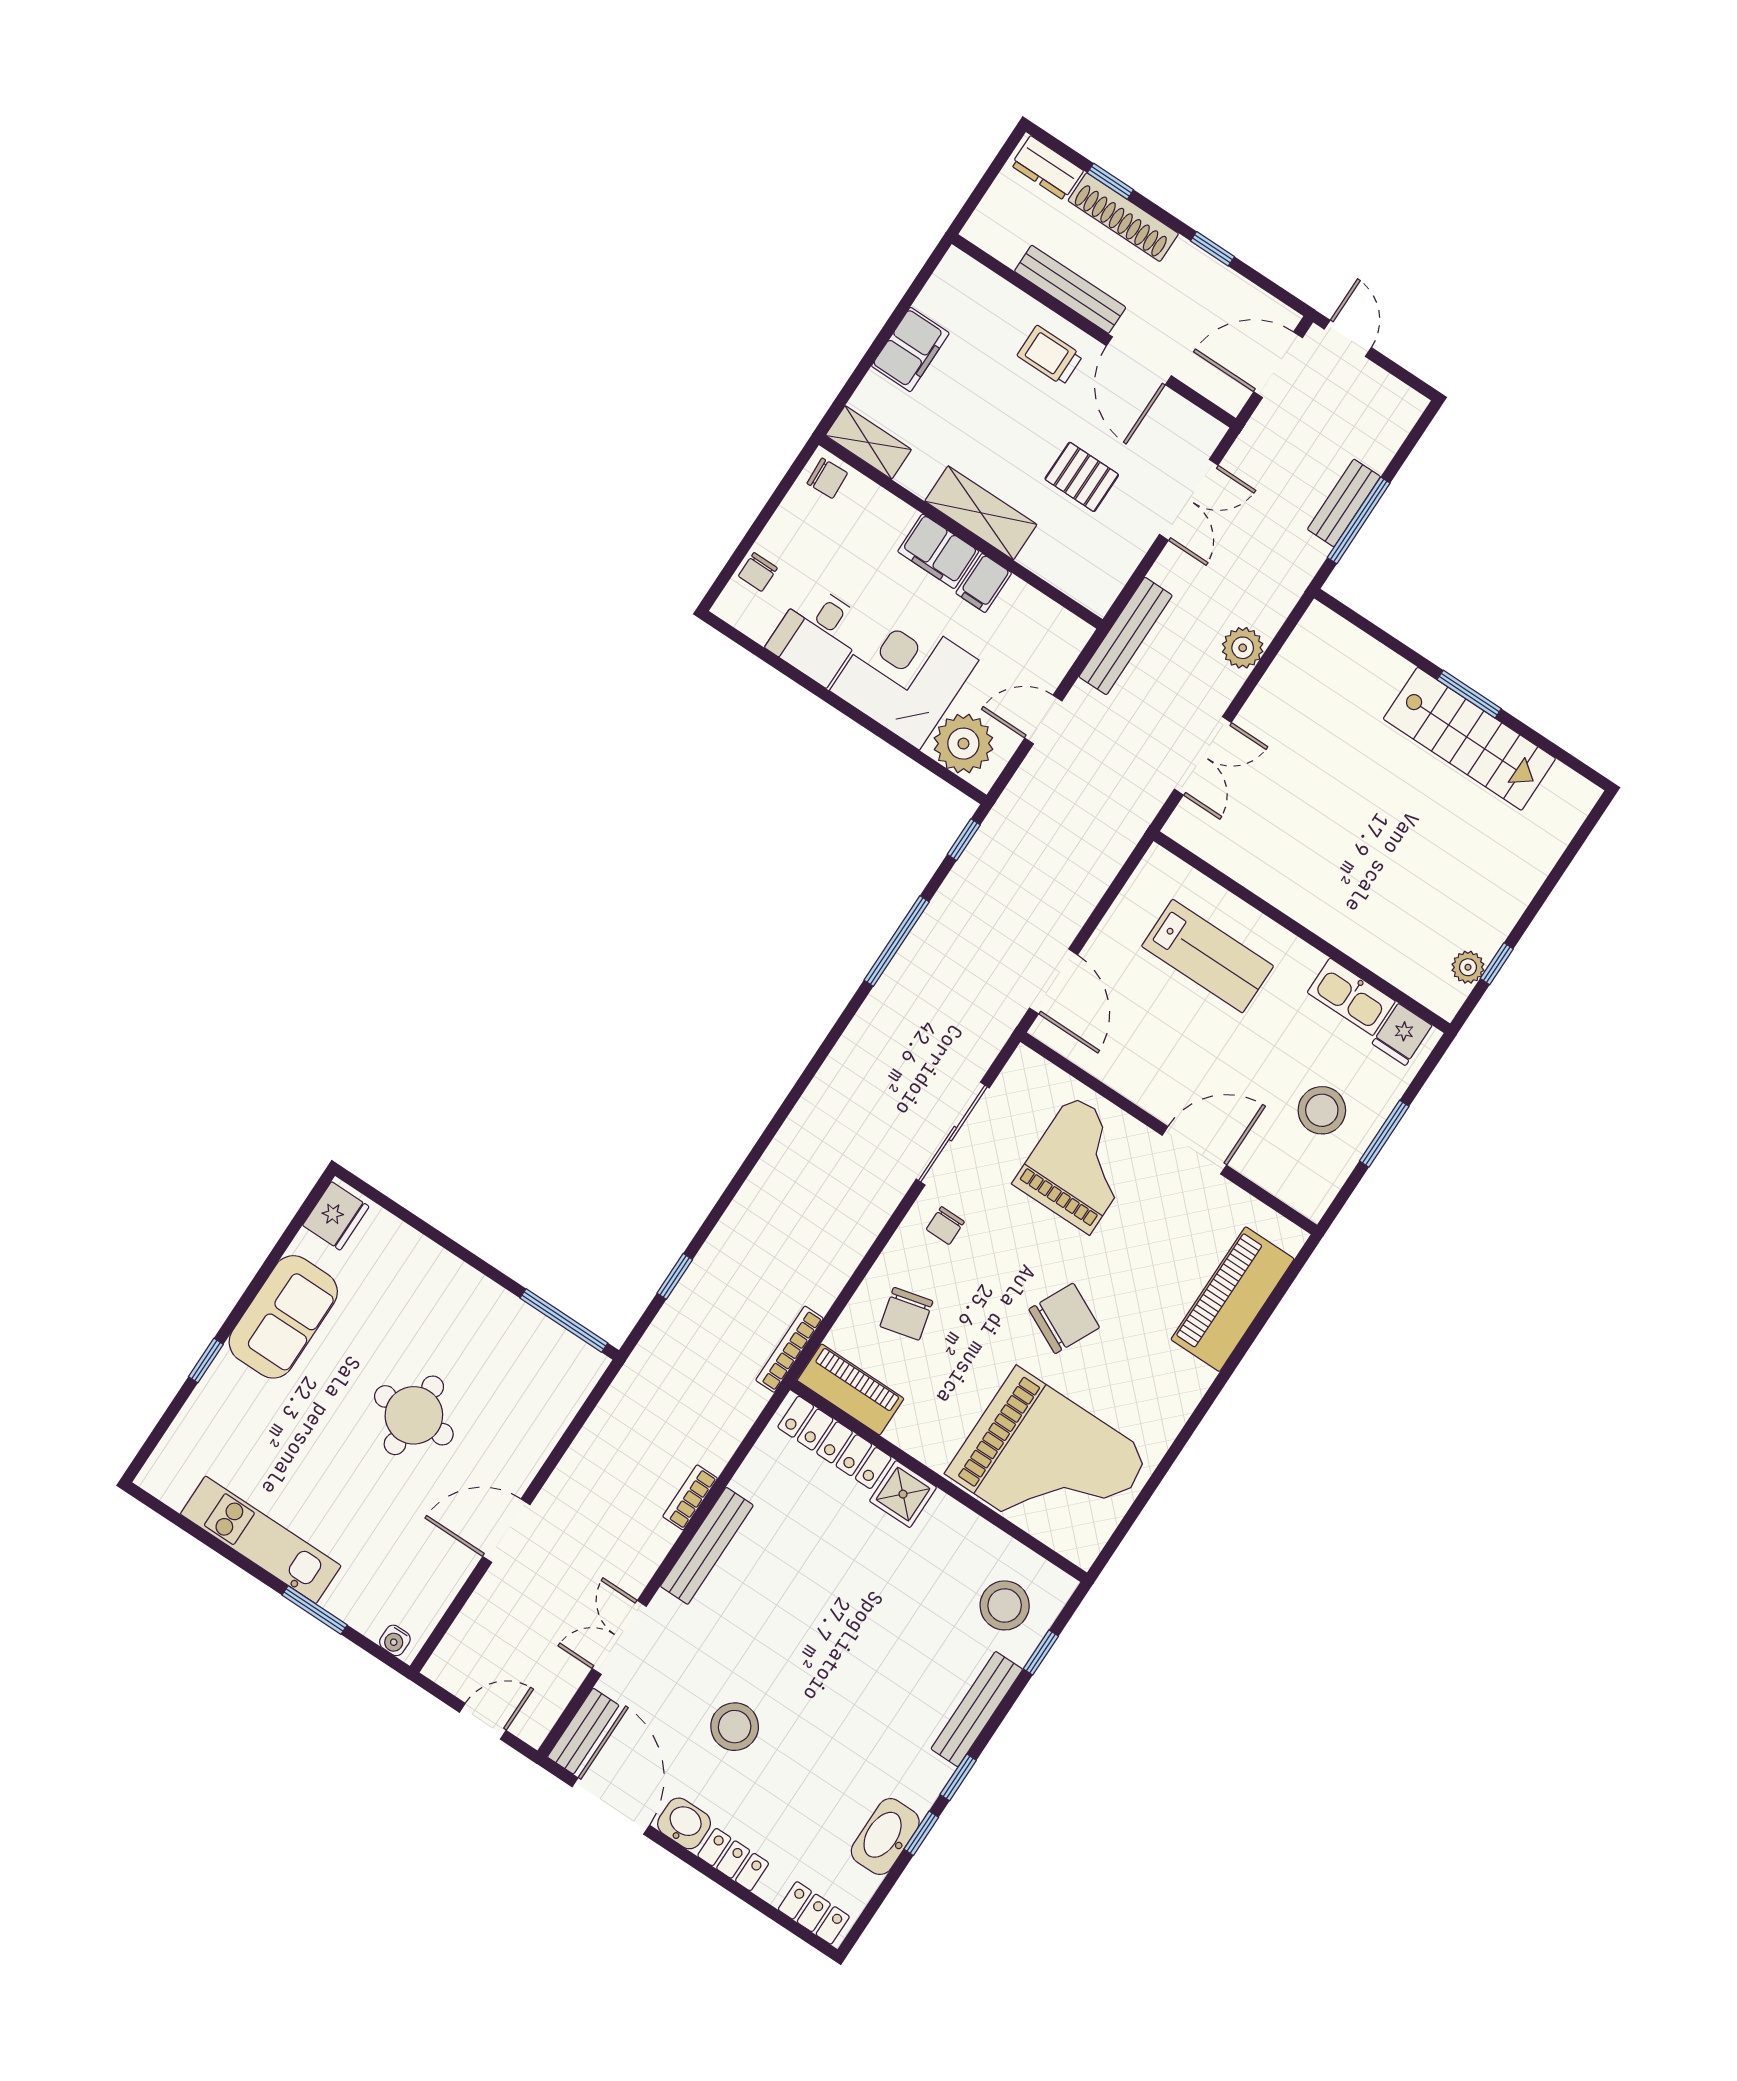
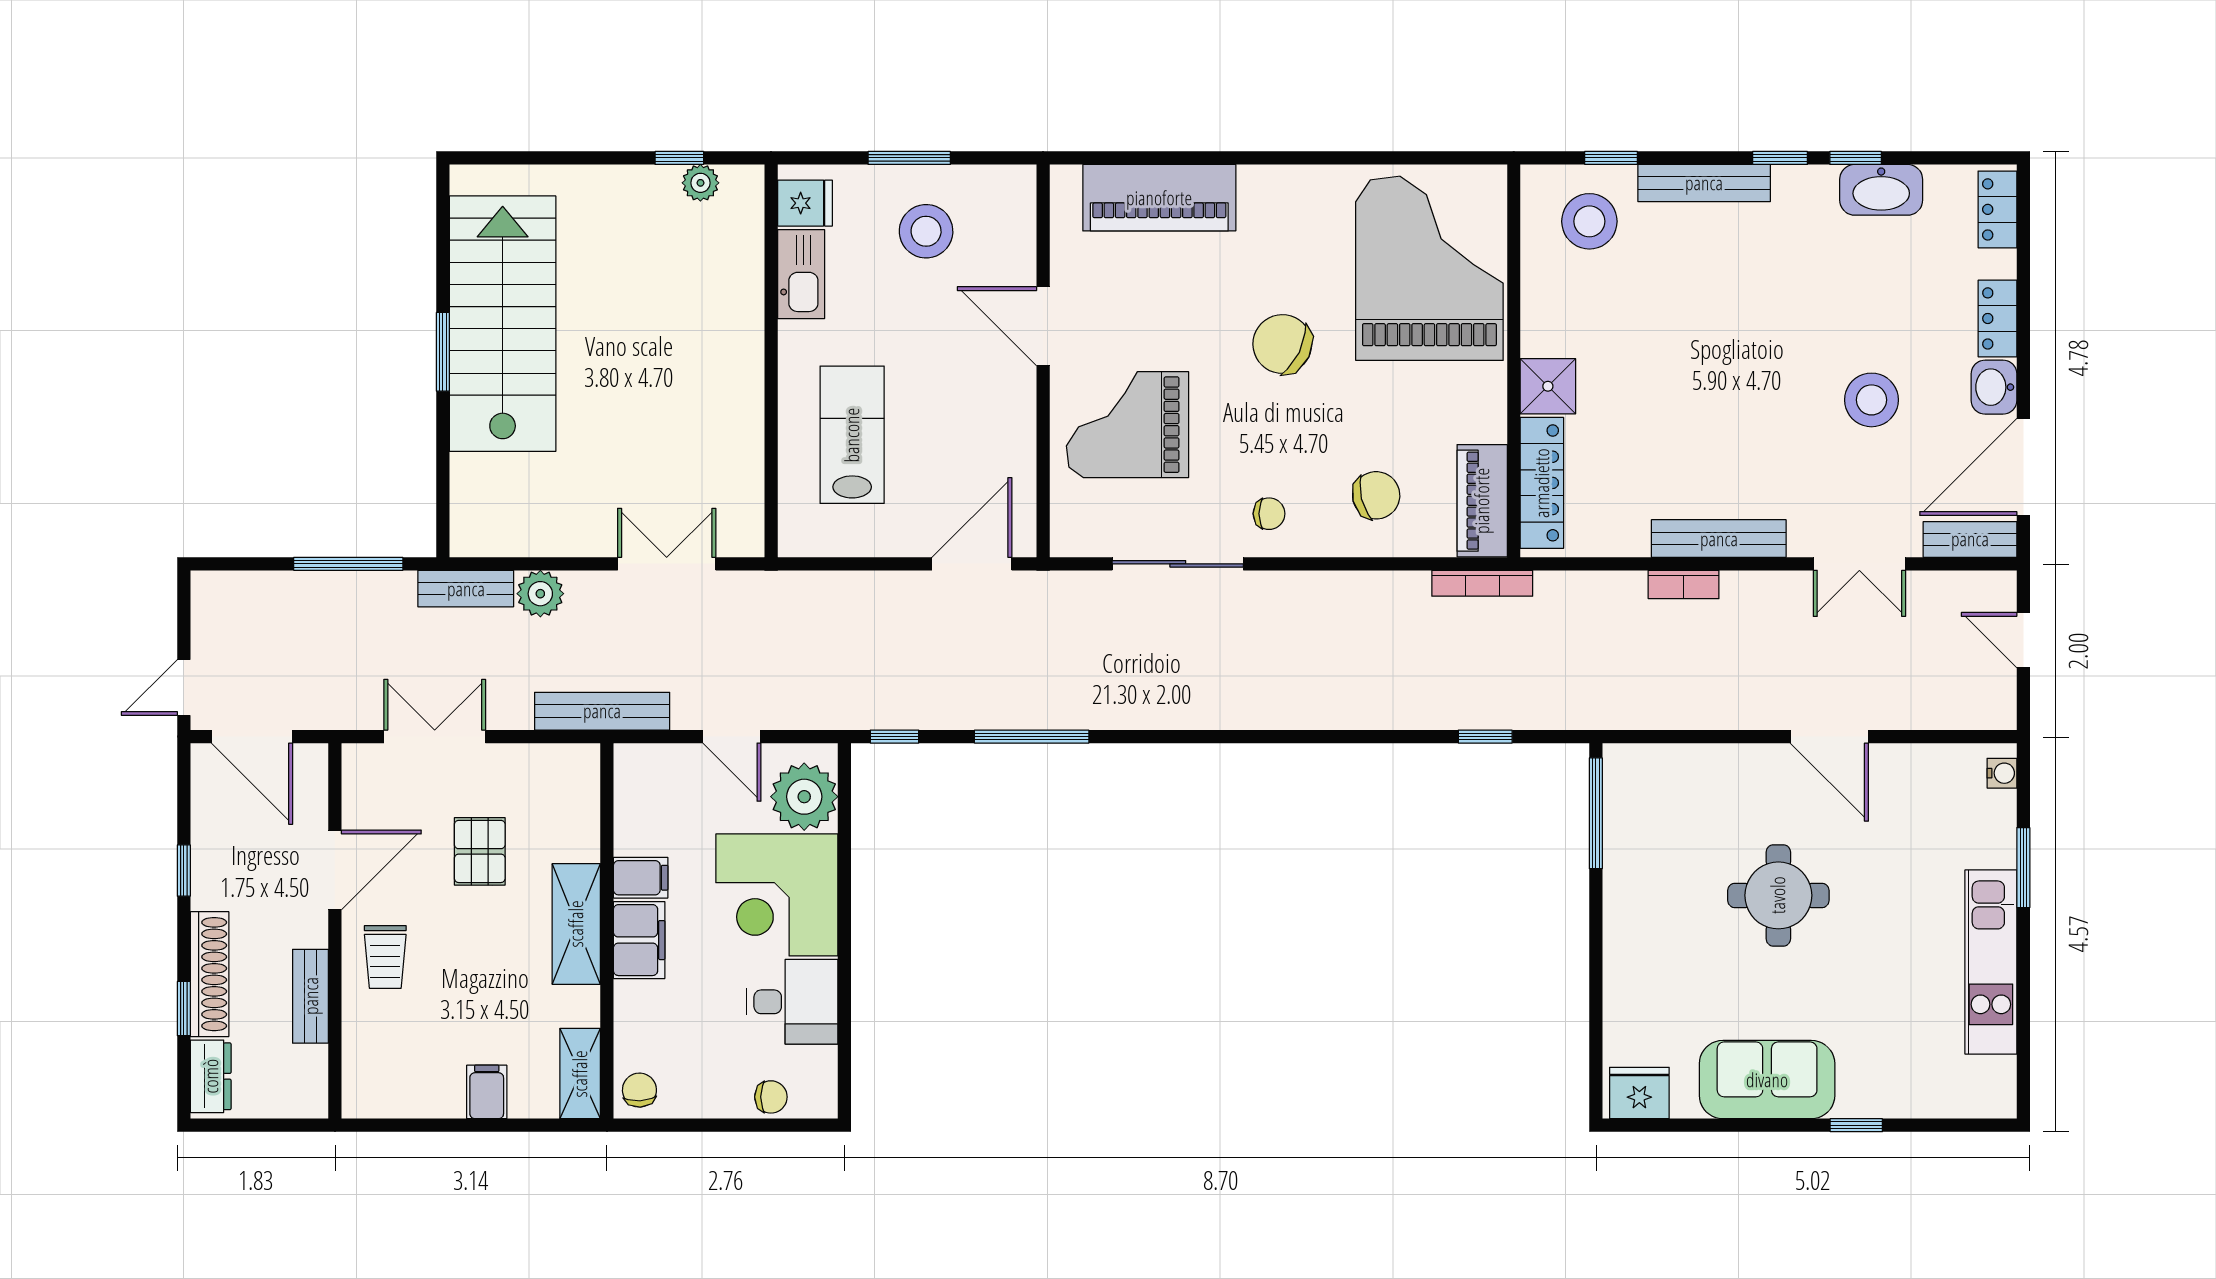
bench: (1070, 289) -> (311, 996), width x0.73
filing cabinet: (910, 350) -> (487, 1092), width x0.50
bench: (1344, 503) -> (466, 589), moved
stairs: (1469, 739) -> (503, 324), width x1.36, depth x1.51

